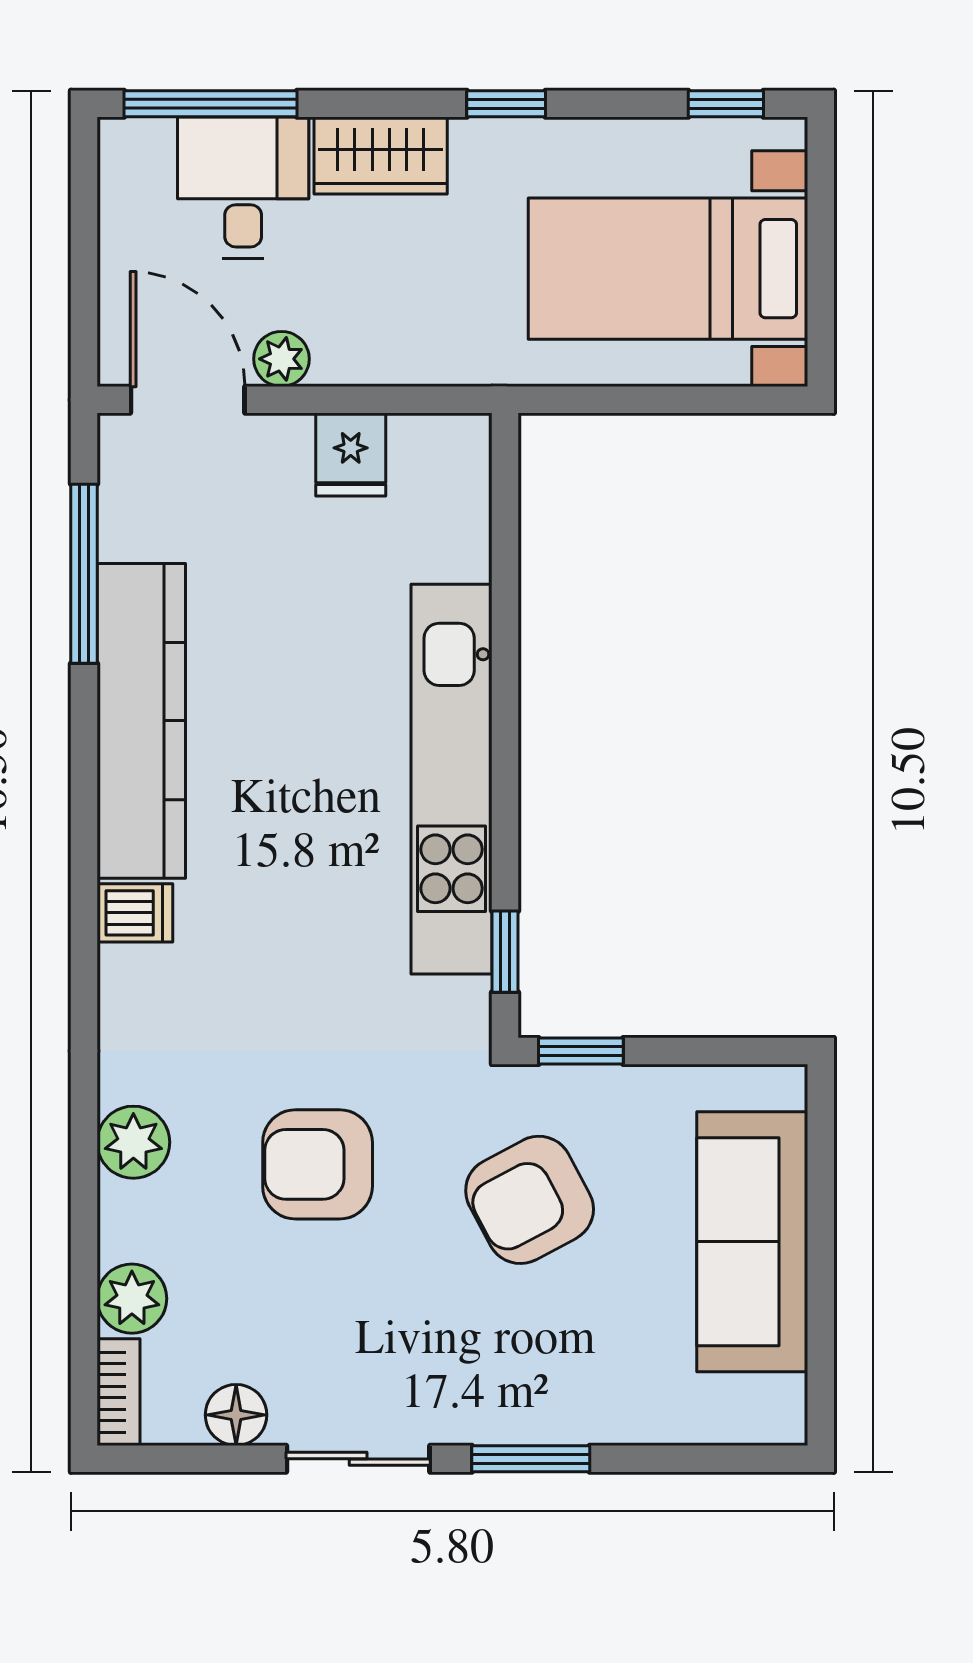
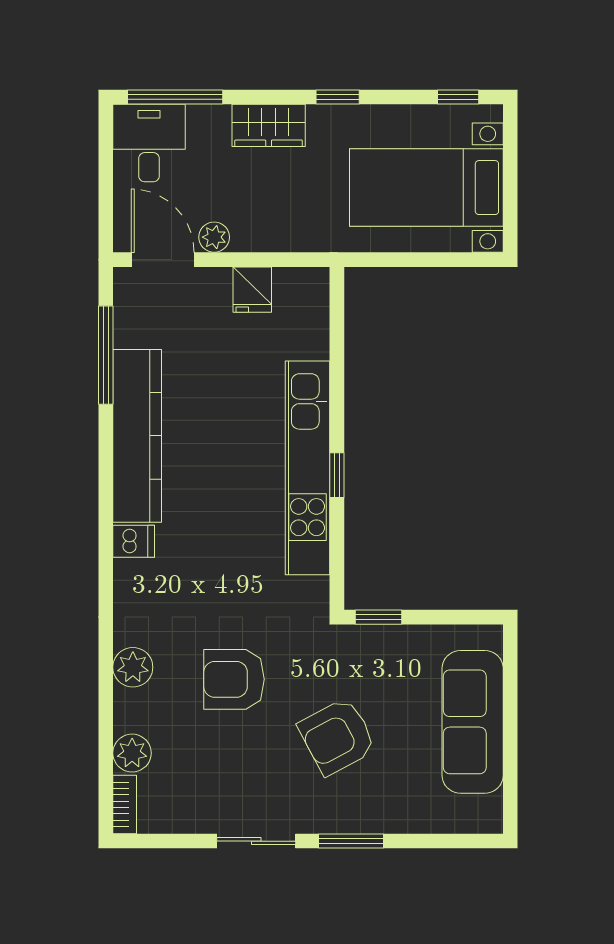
desk: (243, 188) -> (149, 143), moved
window: (505, 952) -> (337, 475), moved
armchair: (530, 1200) -> (337, 737), moved
floor lamp: (236, 1415) -> (189, 817), removed

